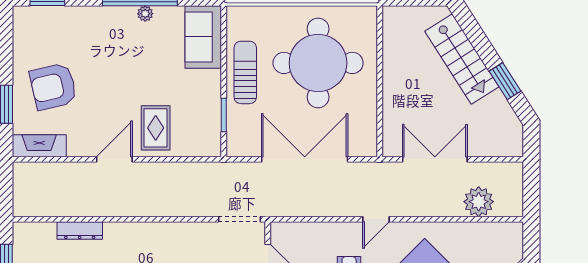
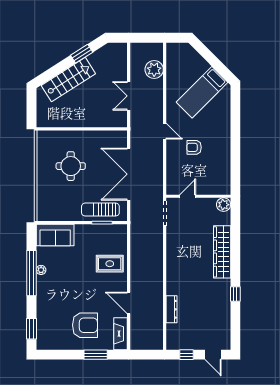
round table: (318, 63) -> (71, 166), width x0.54, depth x0.54
sun lounger: (245, 72) -> (100, 210), moved
armchair: (53, 87) -> (85, 325), turned -77
door: (114, 159) -> (129, 303), moved
double door: (435, 159) -> (129, 96), width x0.73

